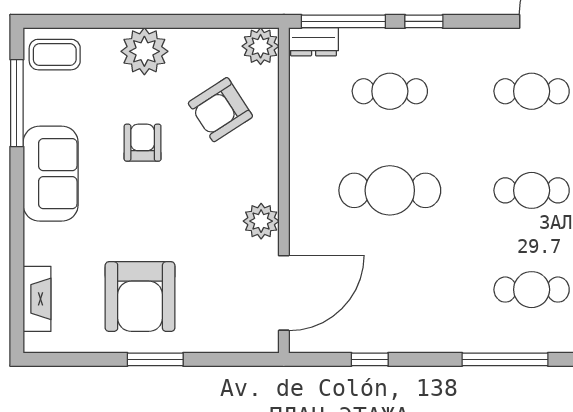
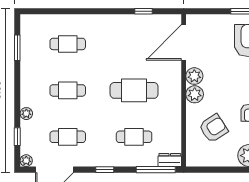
window: (424, 21) -> (105, 170), moved
plant: (261, 46) -> (195, 94), moved
window: (505, 359) -> (80, 11), removed

